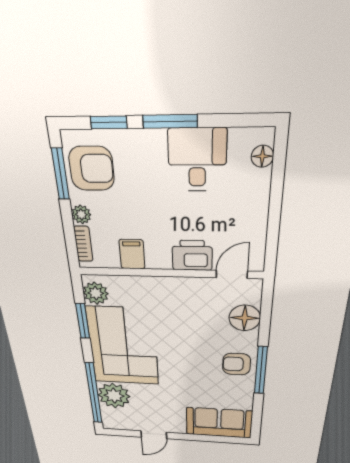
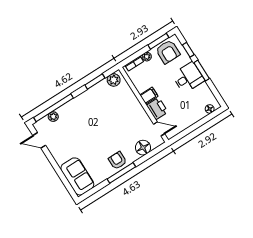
desk: (197, 160) -> (188, 78), moved
filing cabinet: (132, 254) -> (149, 96), moved
corner sofa: (123, 346) -> (93, 106), removed
plant: (114, 396) -> (53, 117), width x0.53, depth x0.53
door: (154, 435) -> (39, 140), moved

